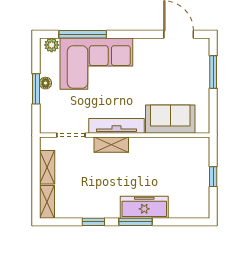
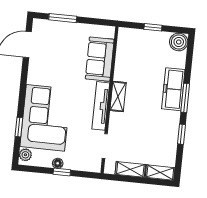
window: (83, 34) -> (19, 127), width x0.46
window: (36, 89) -> (62, 172), width x0.67
shelving: (111, 145) -> (118, 97), moved
boiler: (199, 208) -> (179, 42), added

